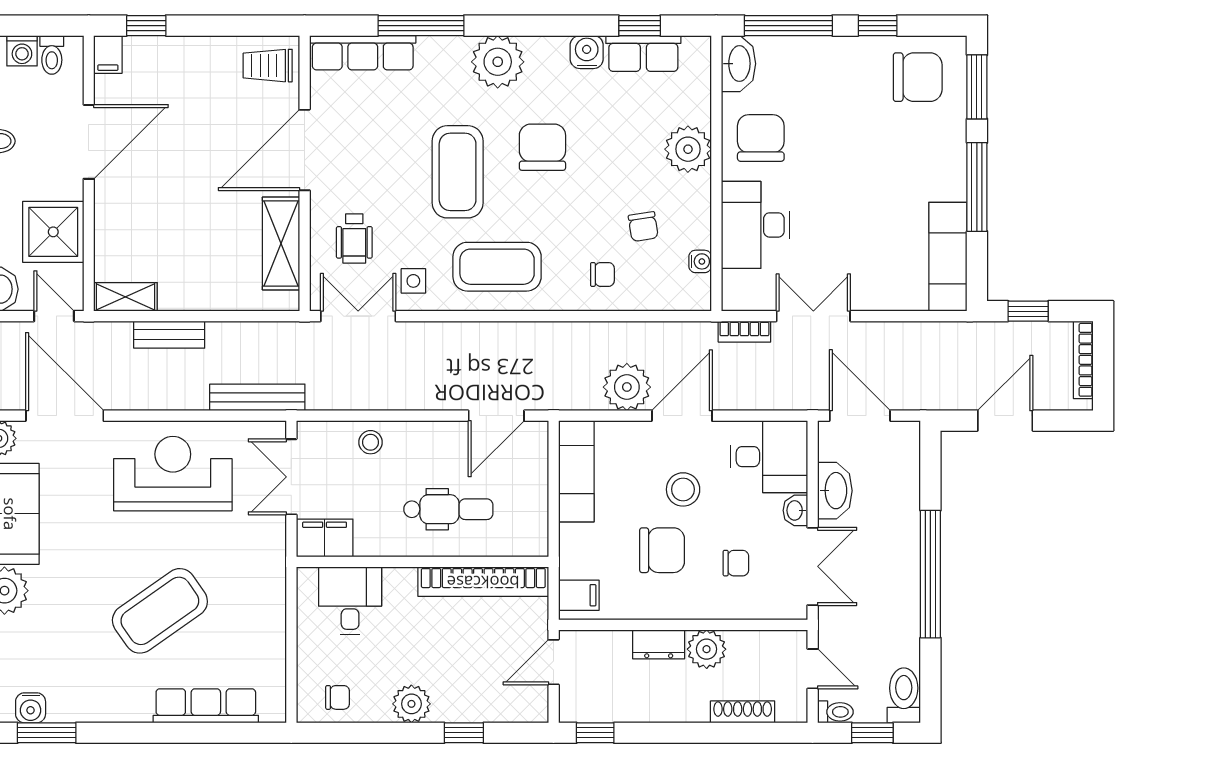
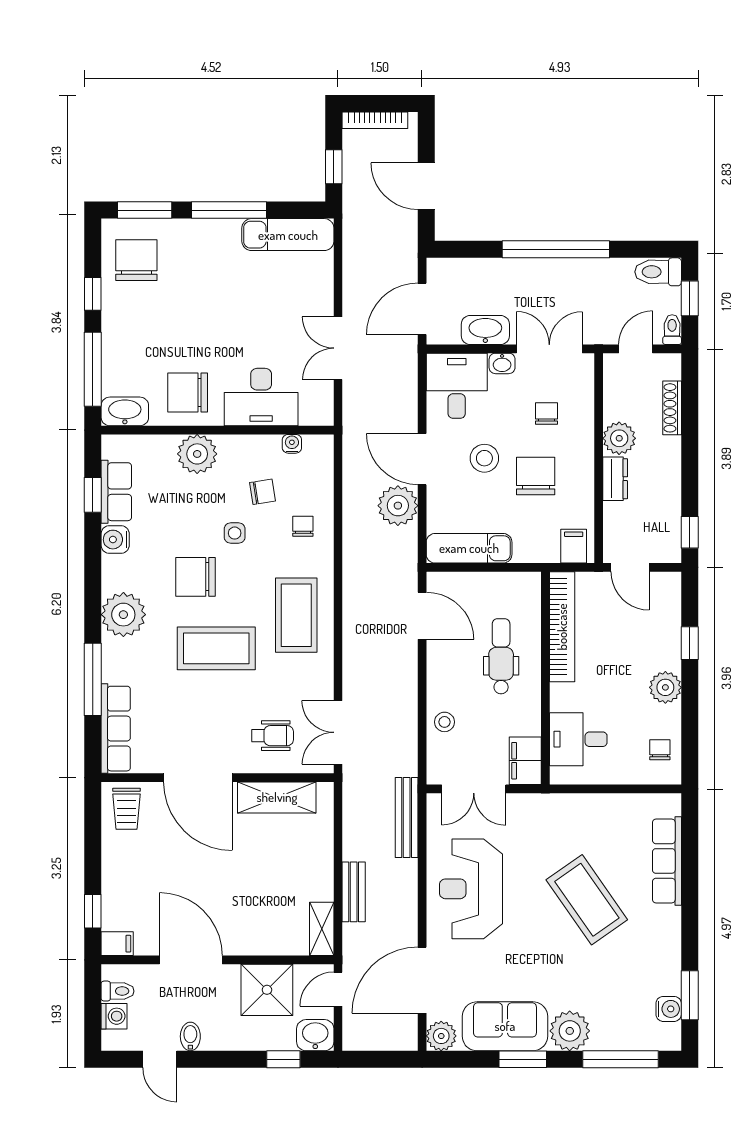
side table: (413, 281) -> (235, 533), moved
bookcase: (744, 332) -> (351, 406), removed

